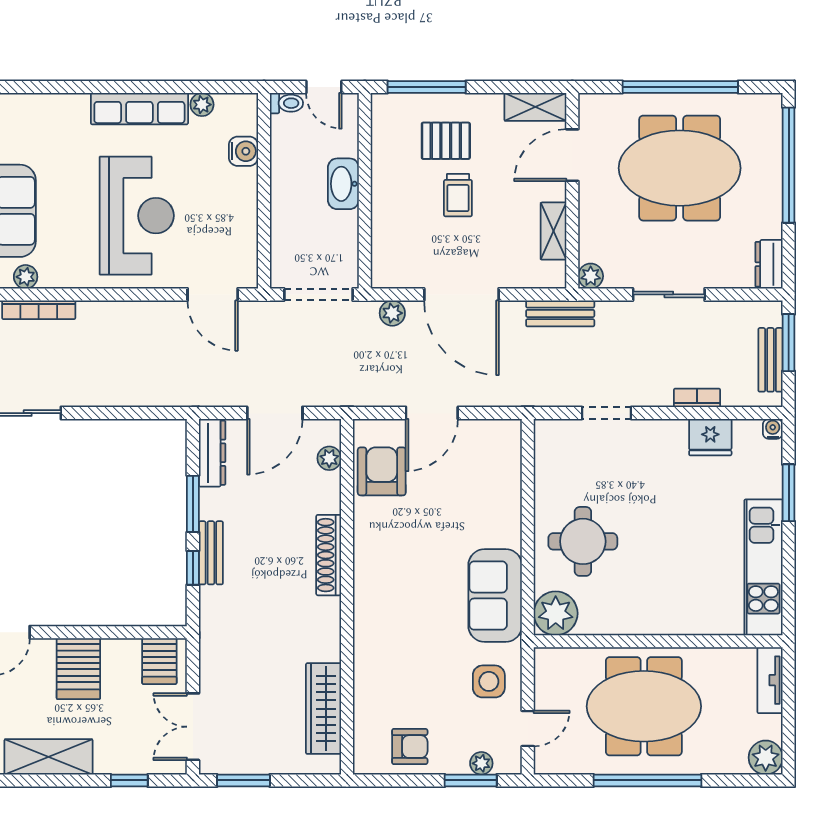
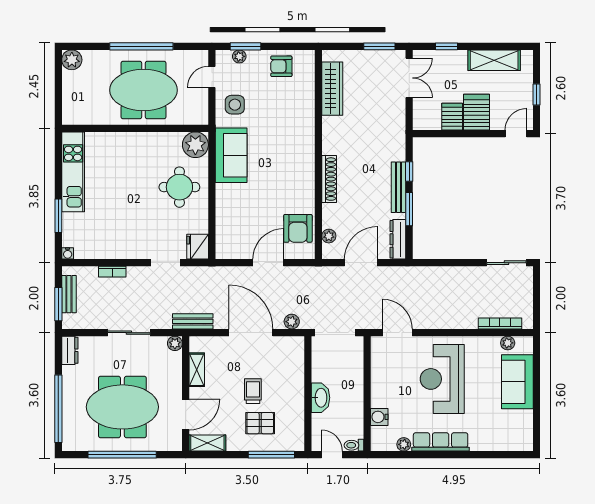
fridge: (710, 437) -> (198, 247), moved, turned -90
bench: (211, 553) -> (399, 187), width x1.36
server rack: (159, 661) -> (452, 117), moved
tv unit: (770, 680) -> (69, 105), removed

